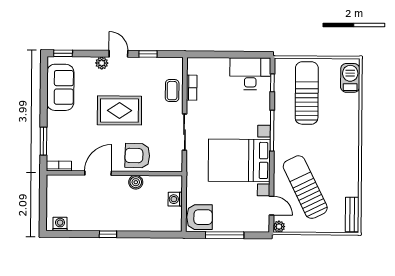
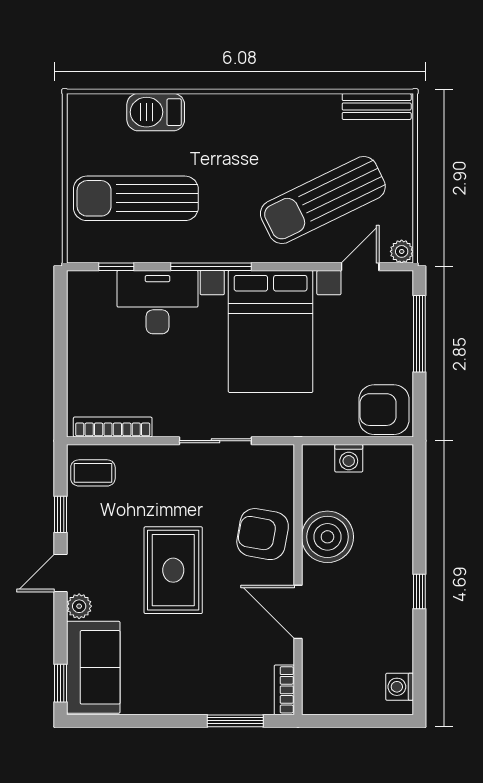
desk: (250, 74) -> (157, 302), moved, turned 90
barbecue: (350, 78) -> (156, 112), moved
sofa: (60, 87) -> (93, 667), moved, turned 90
bookcase: (192, 88) -> (113, 427), width x1.56
coffee table: (172, 91) -> (93, 473), moved
armchair: (137, 156) -> (263, 534), turned 99
boiler: (136, 182) -> (327, 537), width x1.86, depth x1.86
armchair: (200, 217) -> (384, 410), turned -90
window: (225, 235) -> (419, 334), moved

